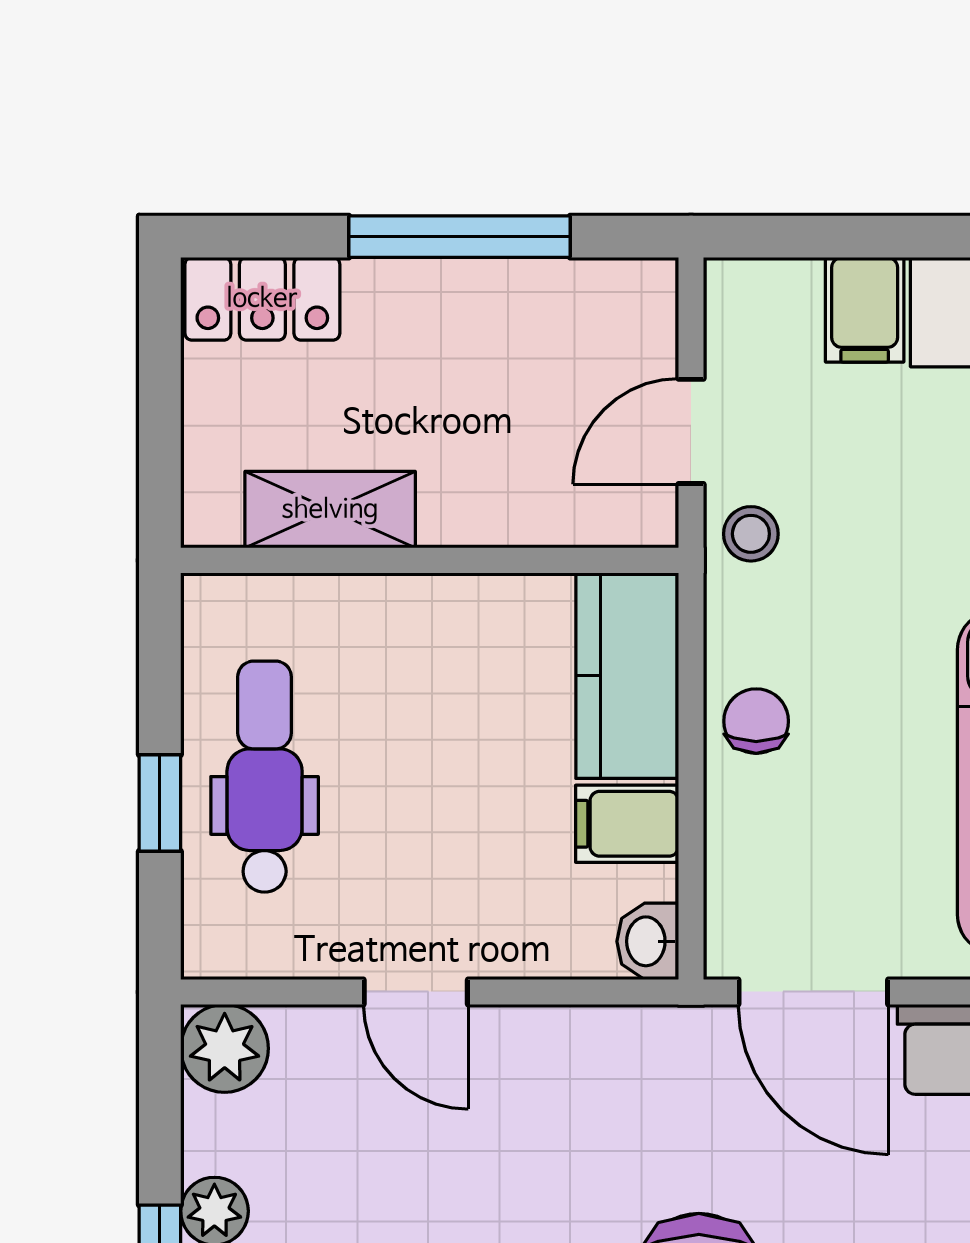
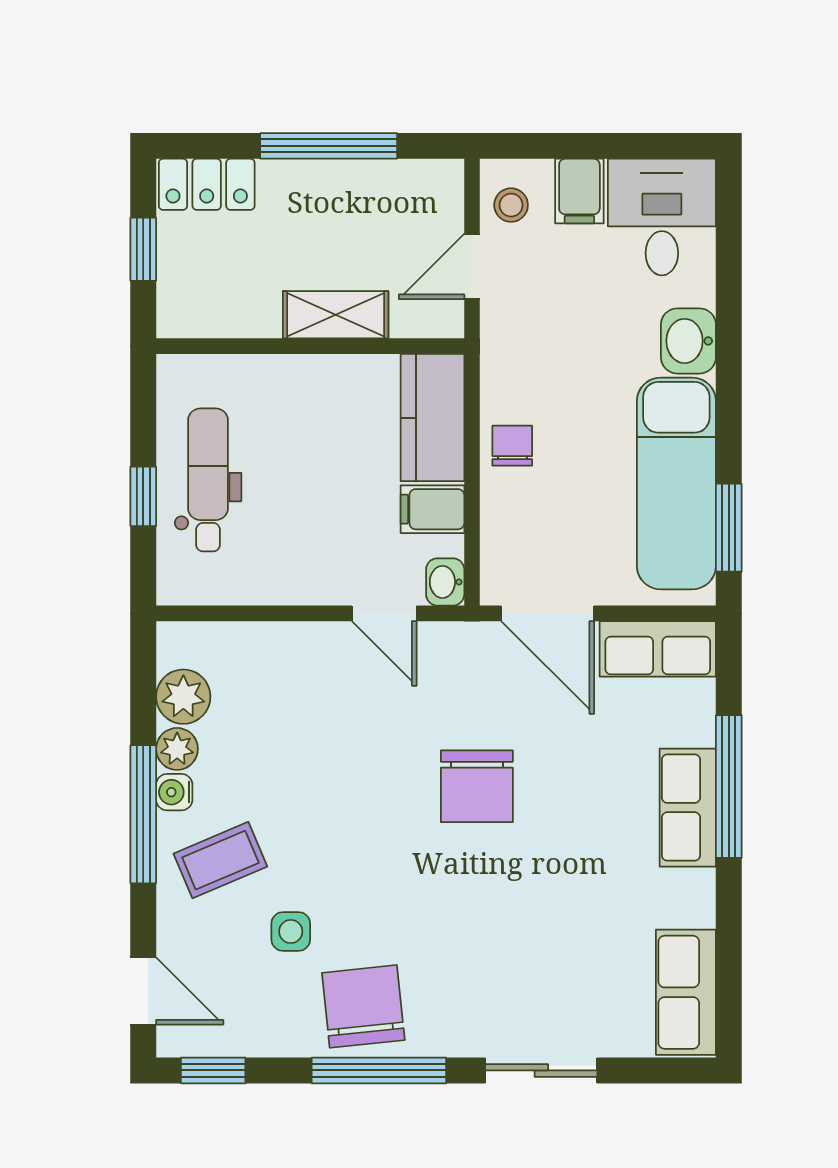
window: (160, 404) -> (143, 249), added
shelving: (330, 510) -> (336, 315), moved
stool: (751, 534) -> (511, 205), moved
door: (416, 992) -> (384, 613), moved
plant: (225, 1048) -> (183, 697), moved

